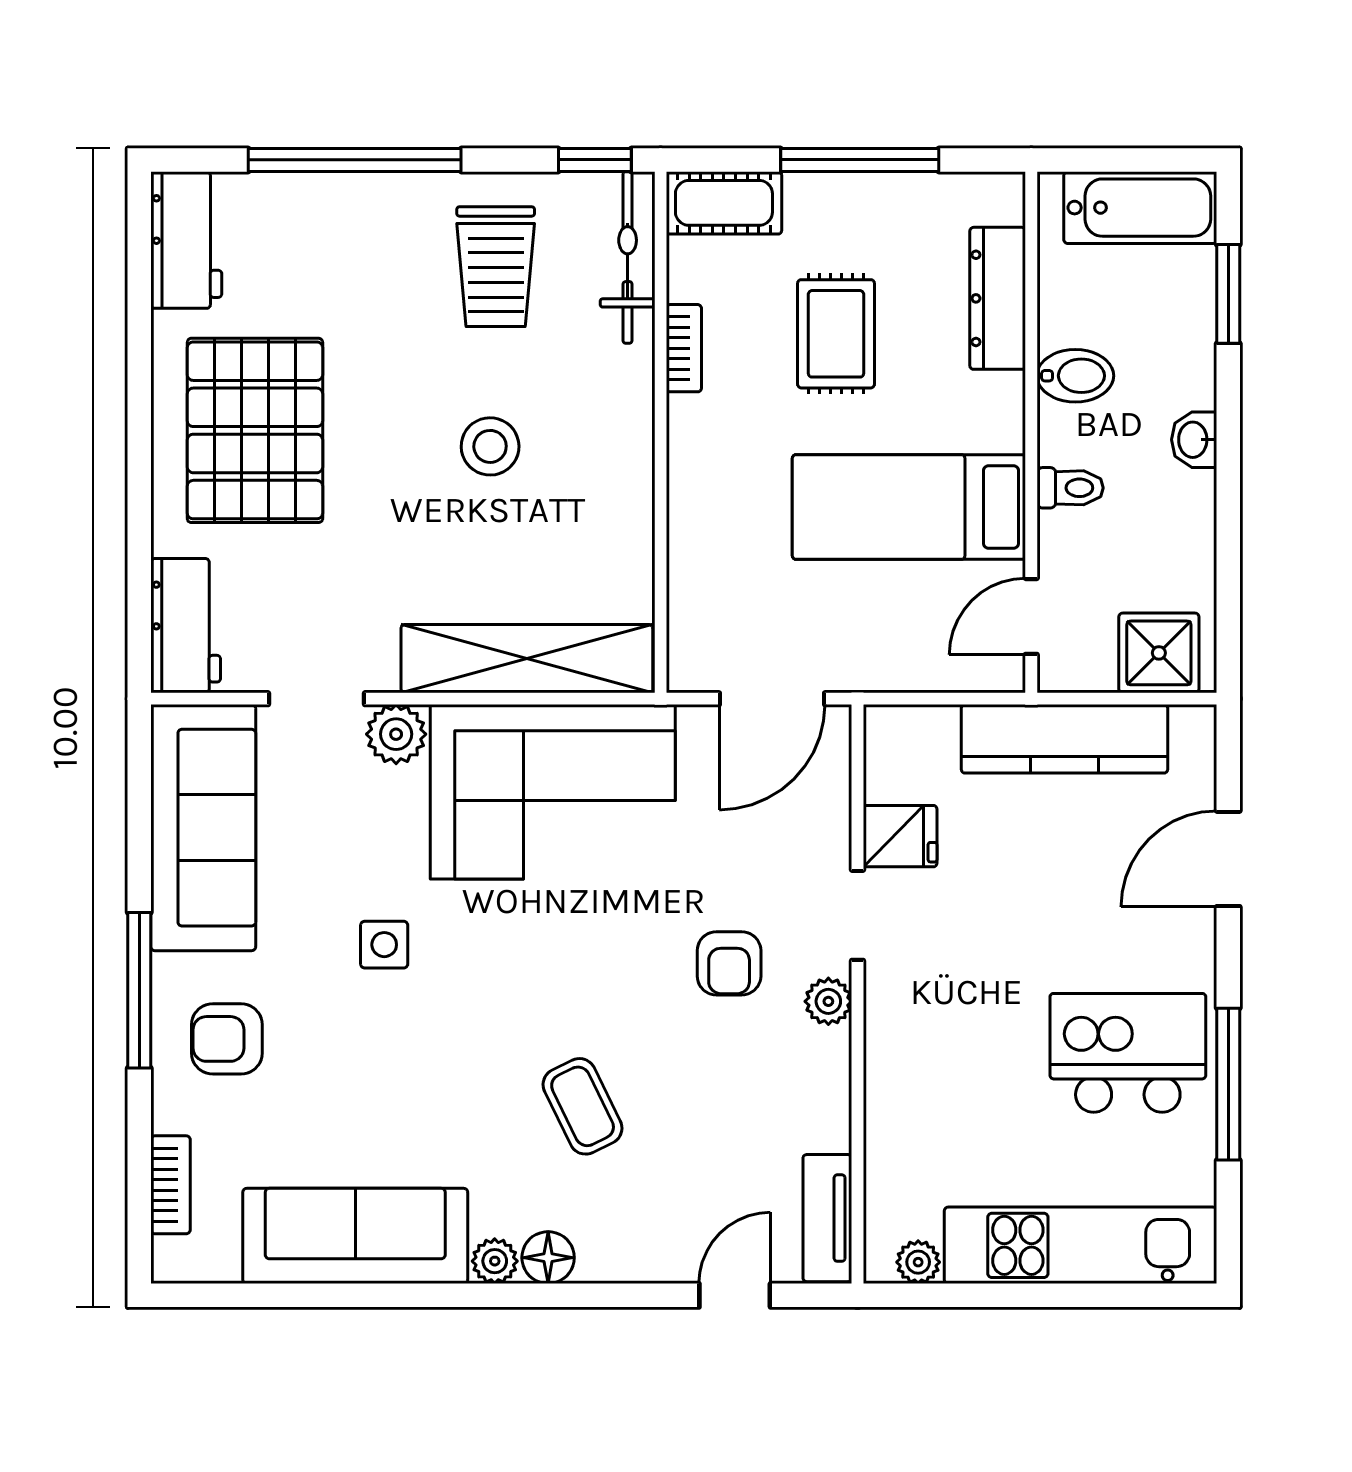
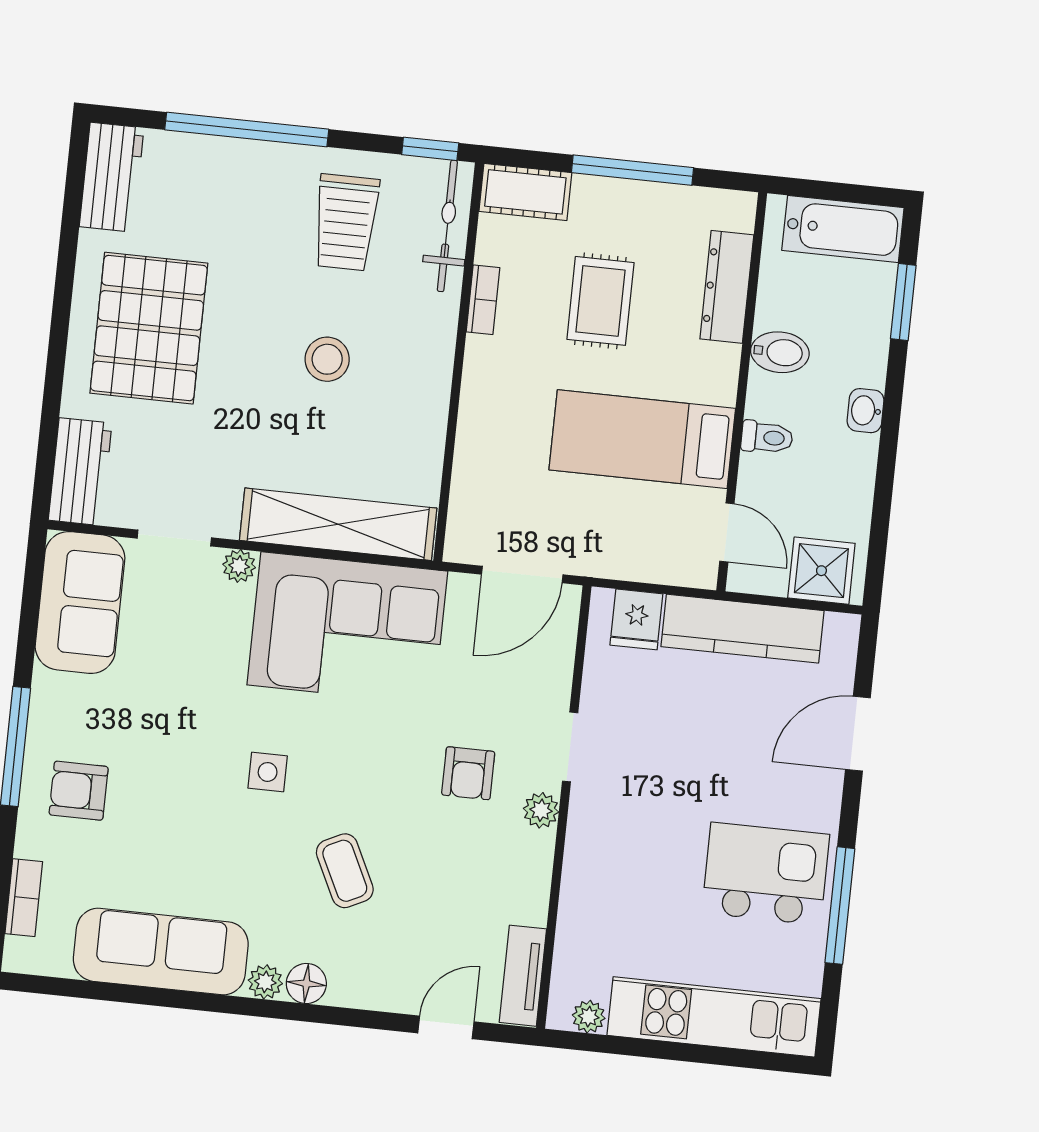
door: (1031, 616) -> (727, 533), swing flipped
plant: (396, 734) -> (239, 566), width x0.73, depth x0.73
sofa: (203, 828) -> (80, 602), width x0.73
fridge: (900, 836) -> (636, 619), moved, turned 90
side table: (384, 945) -> (268, 772), moved

